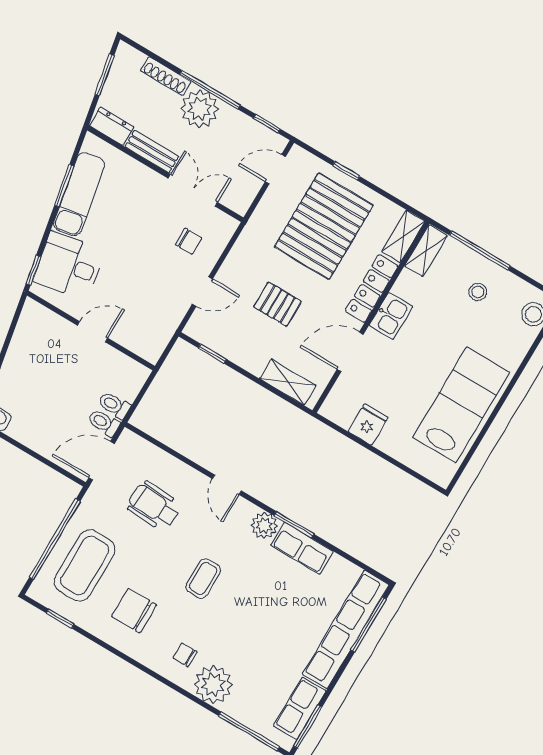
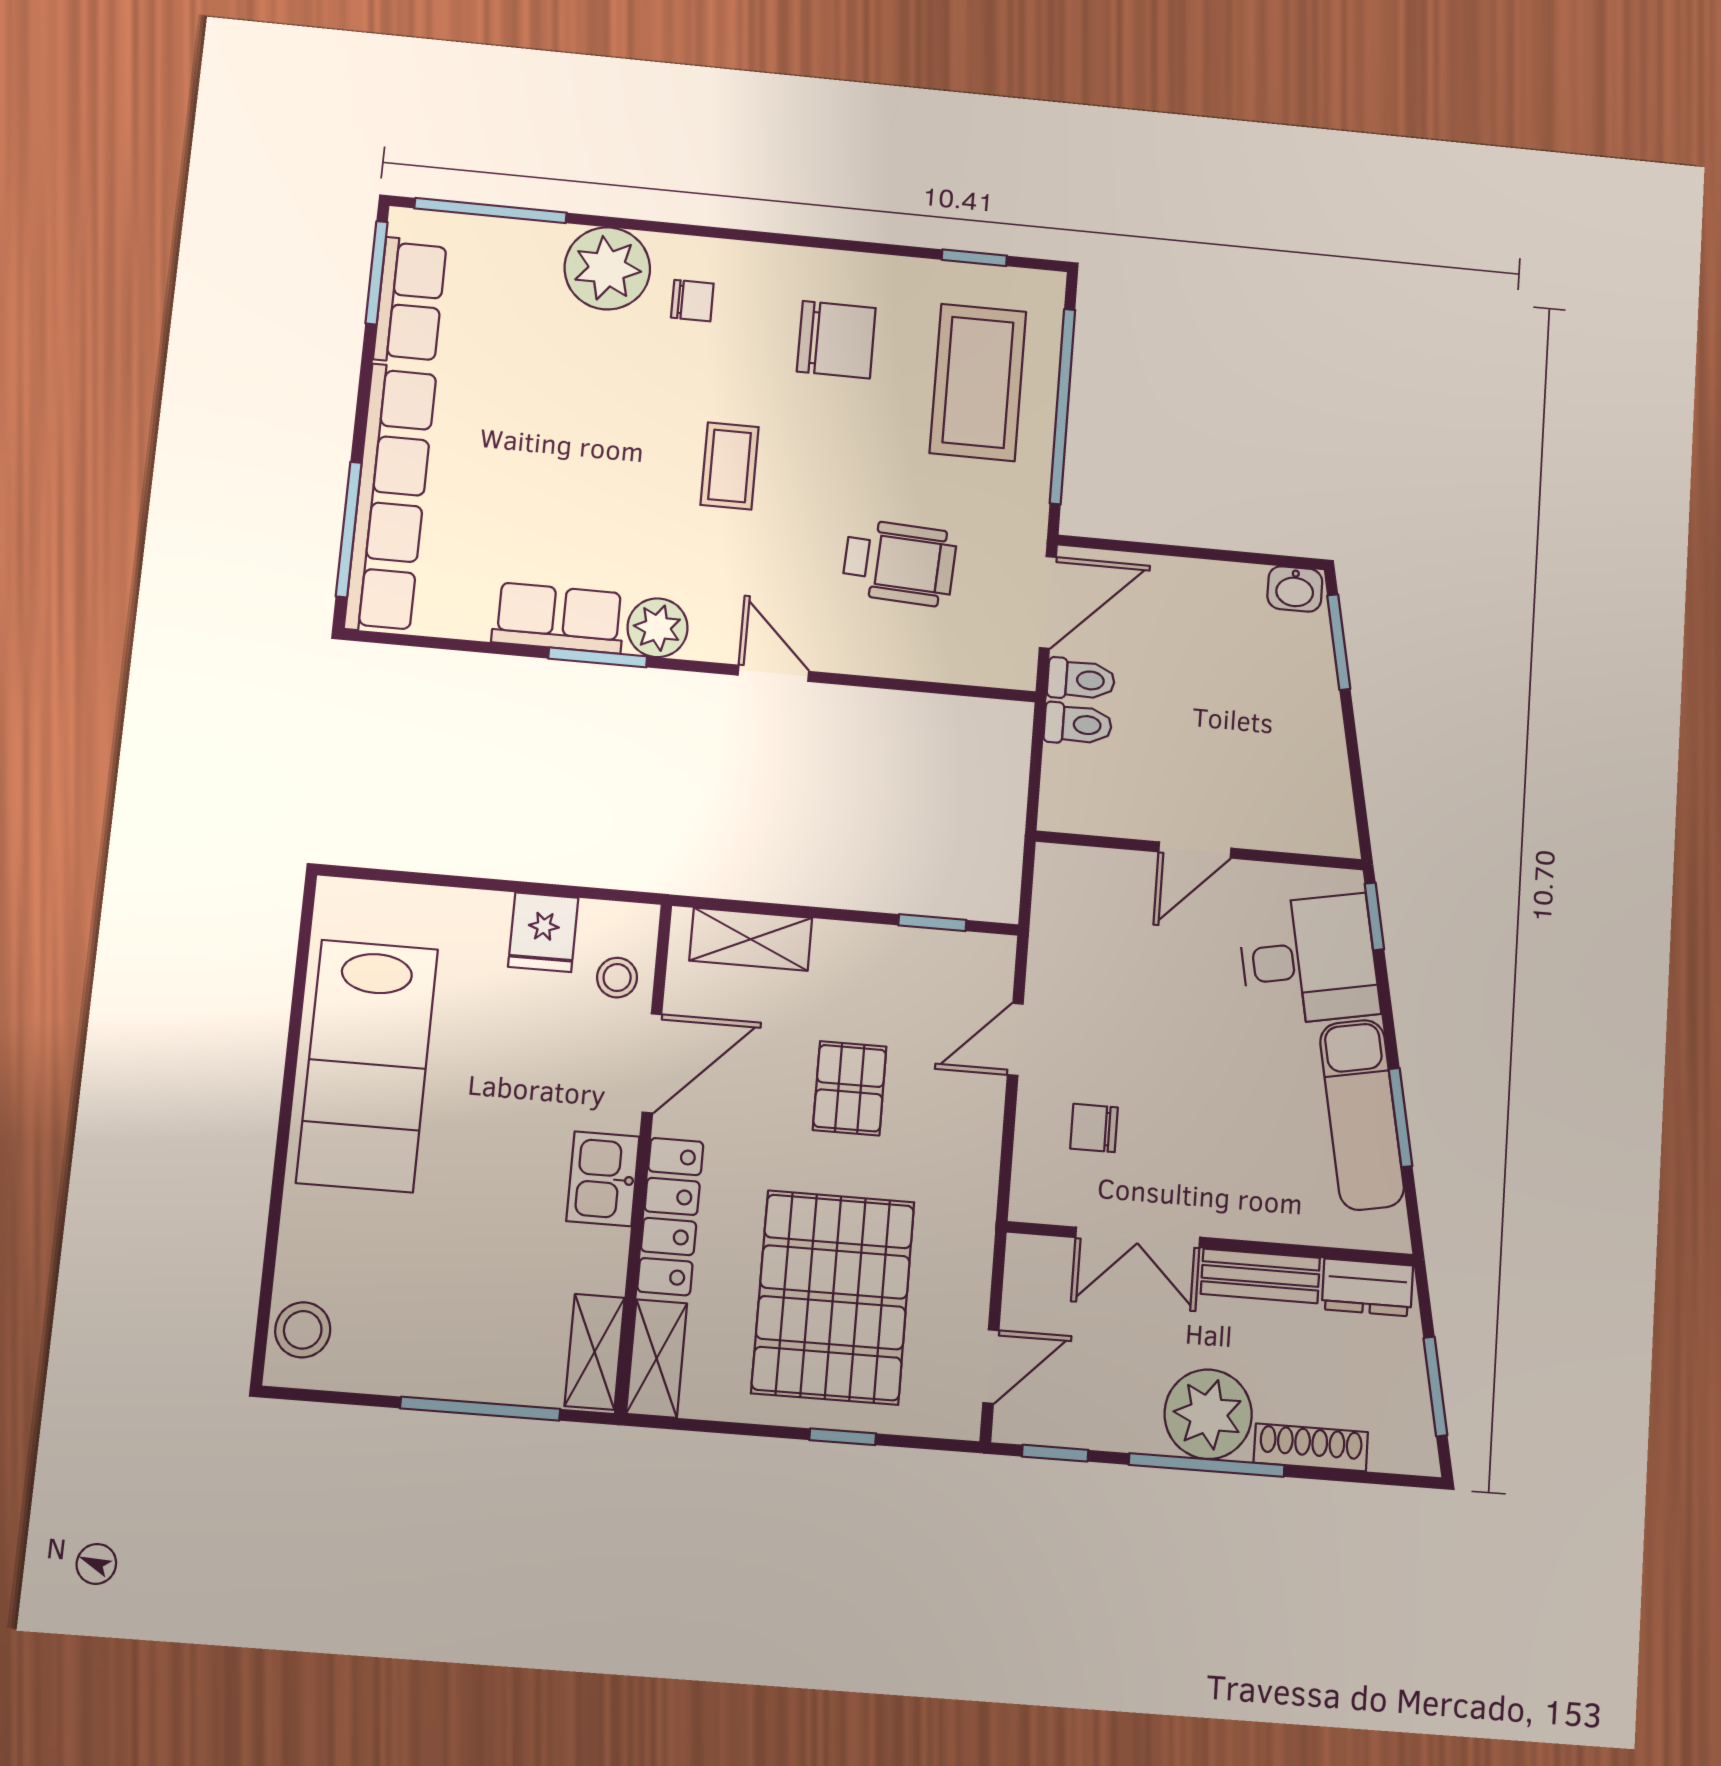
stool: (478, 292) -> (617, 978), moved
pallet: (277, 304) -> (850, 1088), turned 90

